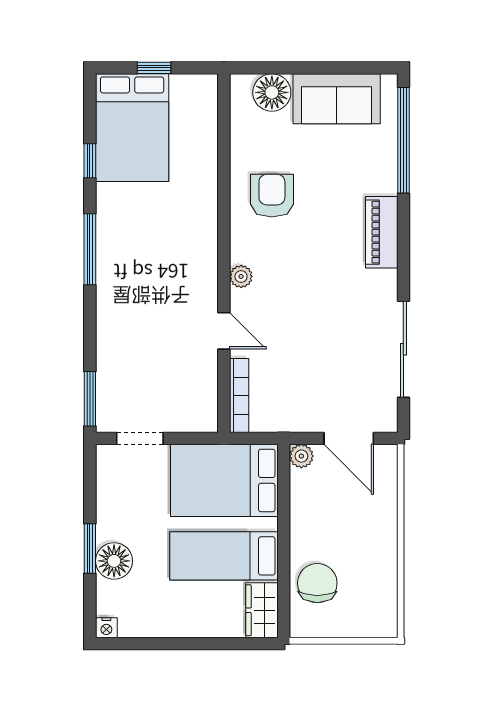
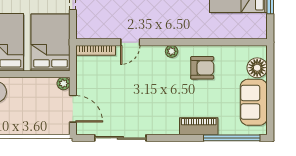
piano: (382, 232) -> (199, 126), moved
plant: (241, 276) -> (172, 51), moved
door: (349, 438) -> (73, 109), swing flipped

